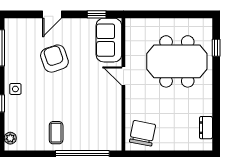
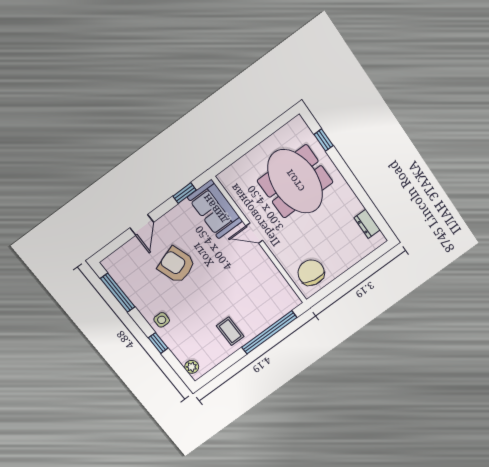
meeting table: (177, 61) -> (295, 181), turned 90

